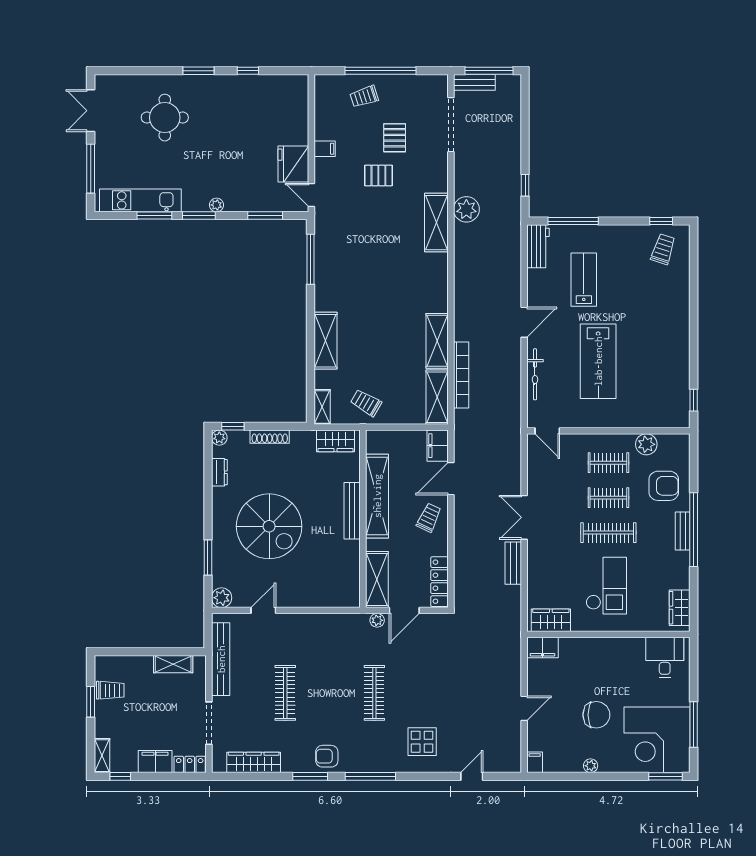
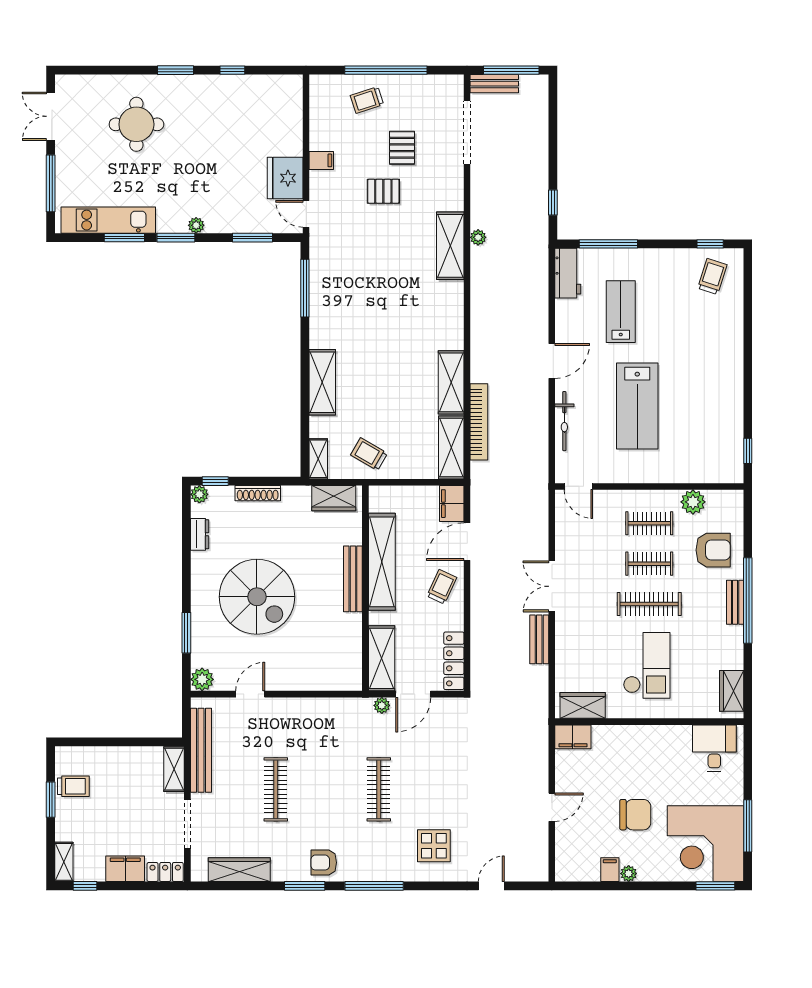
plant: (466, 209) -> (478, 237), width x0.53, depth x0.53
shelving: (173, 664) -> (174, 769), moved, turned 90
filing cabinet: (535, 762) -> (610, 870), moved

